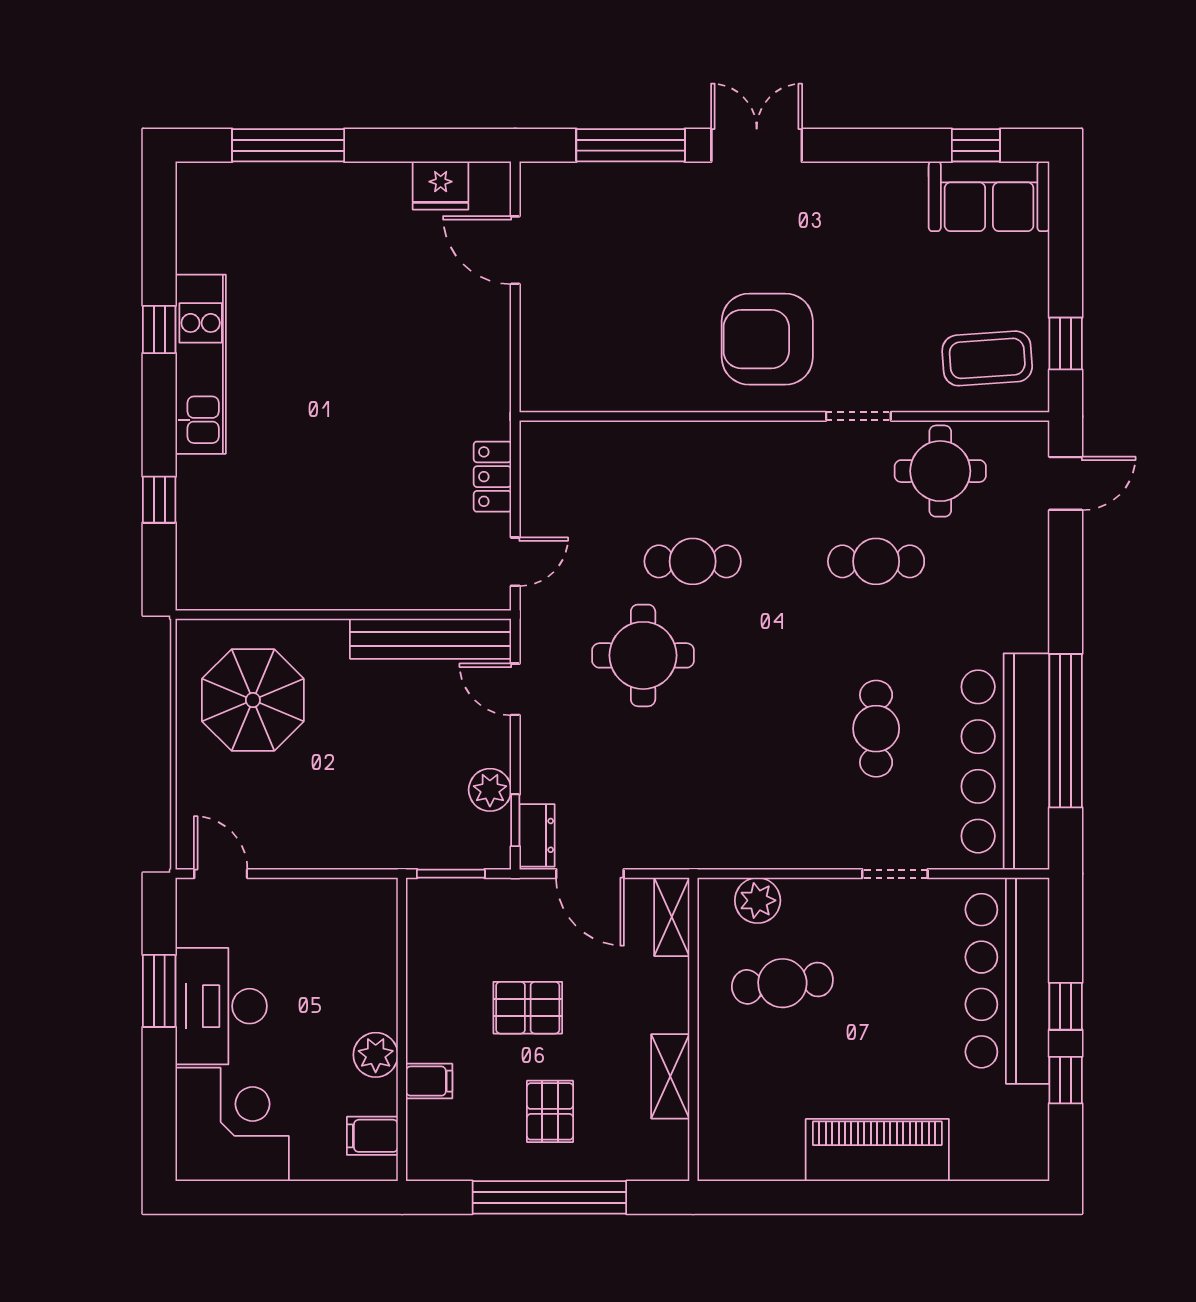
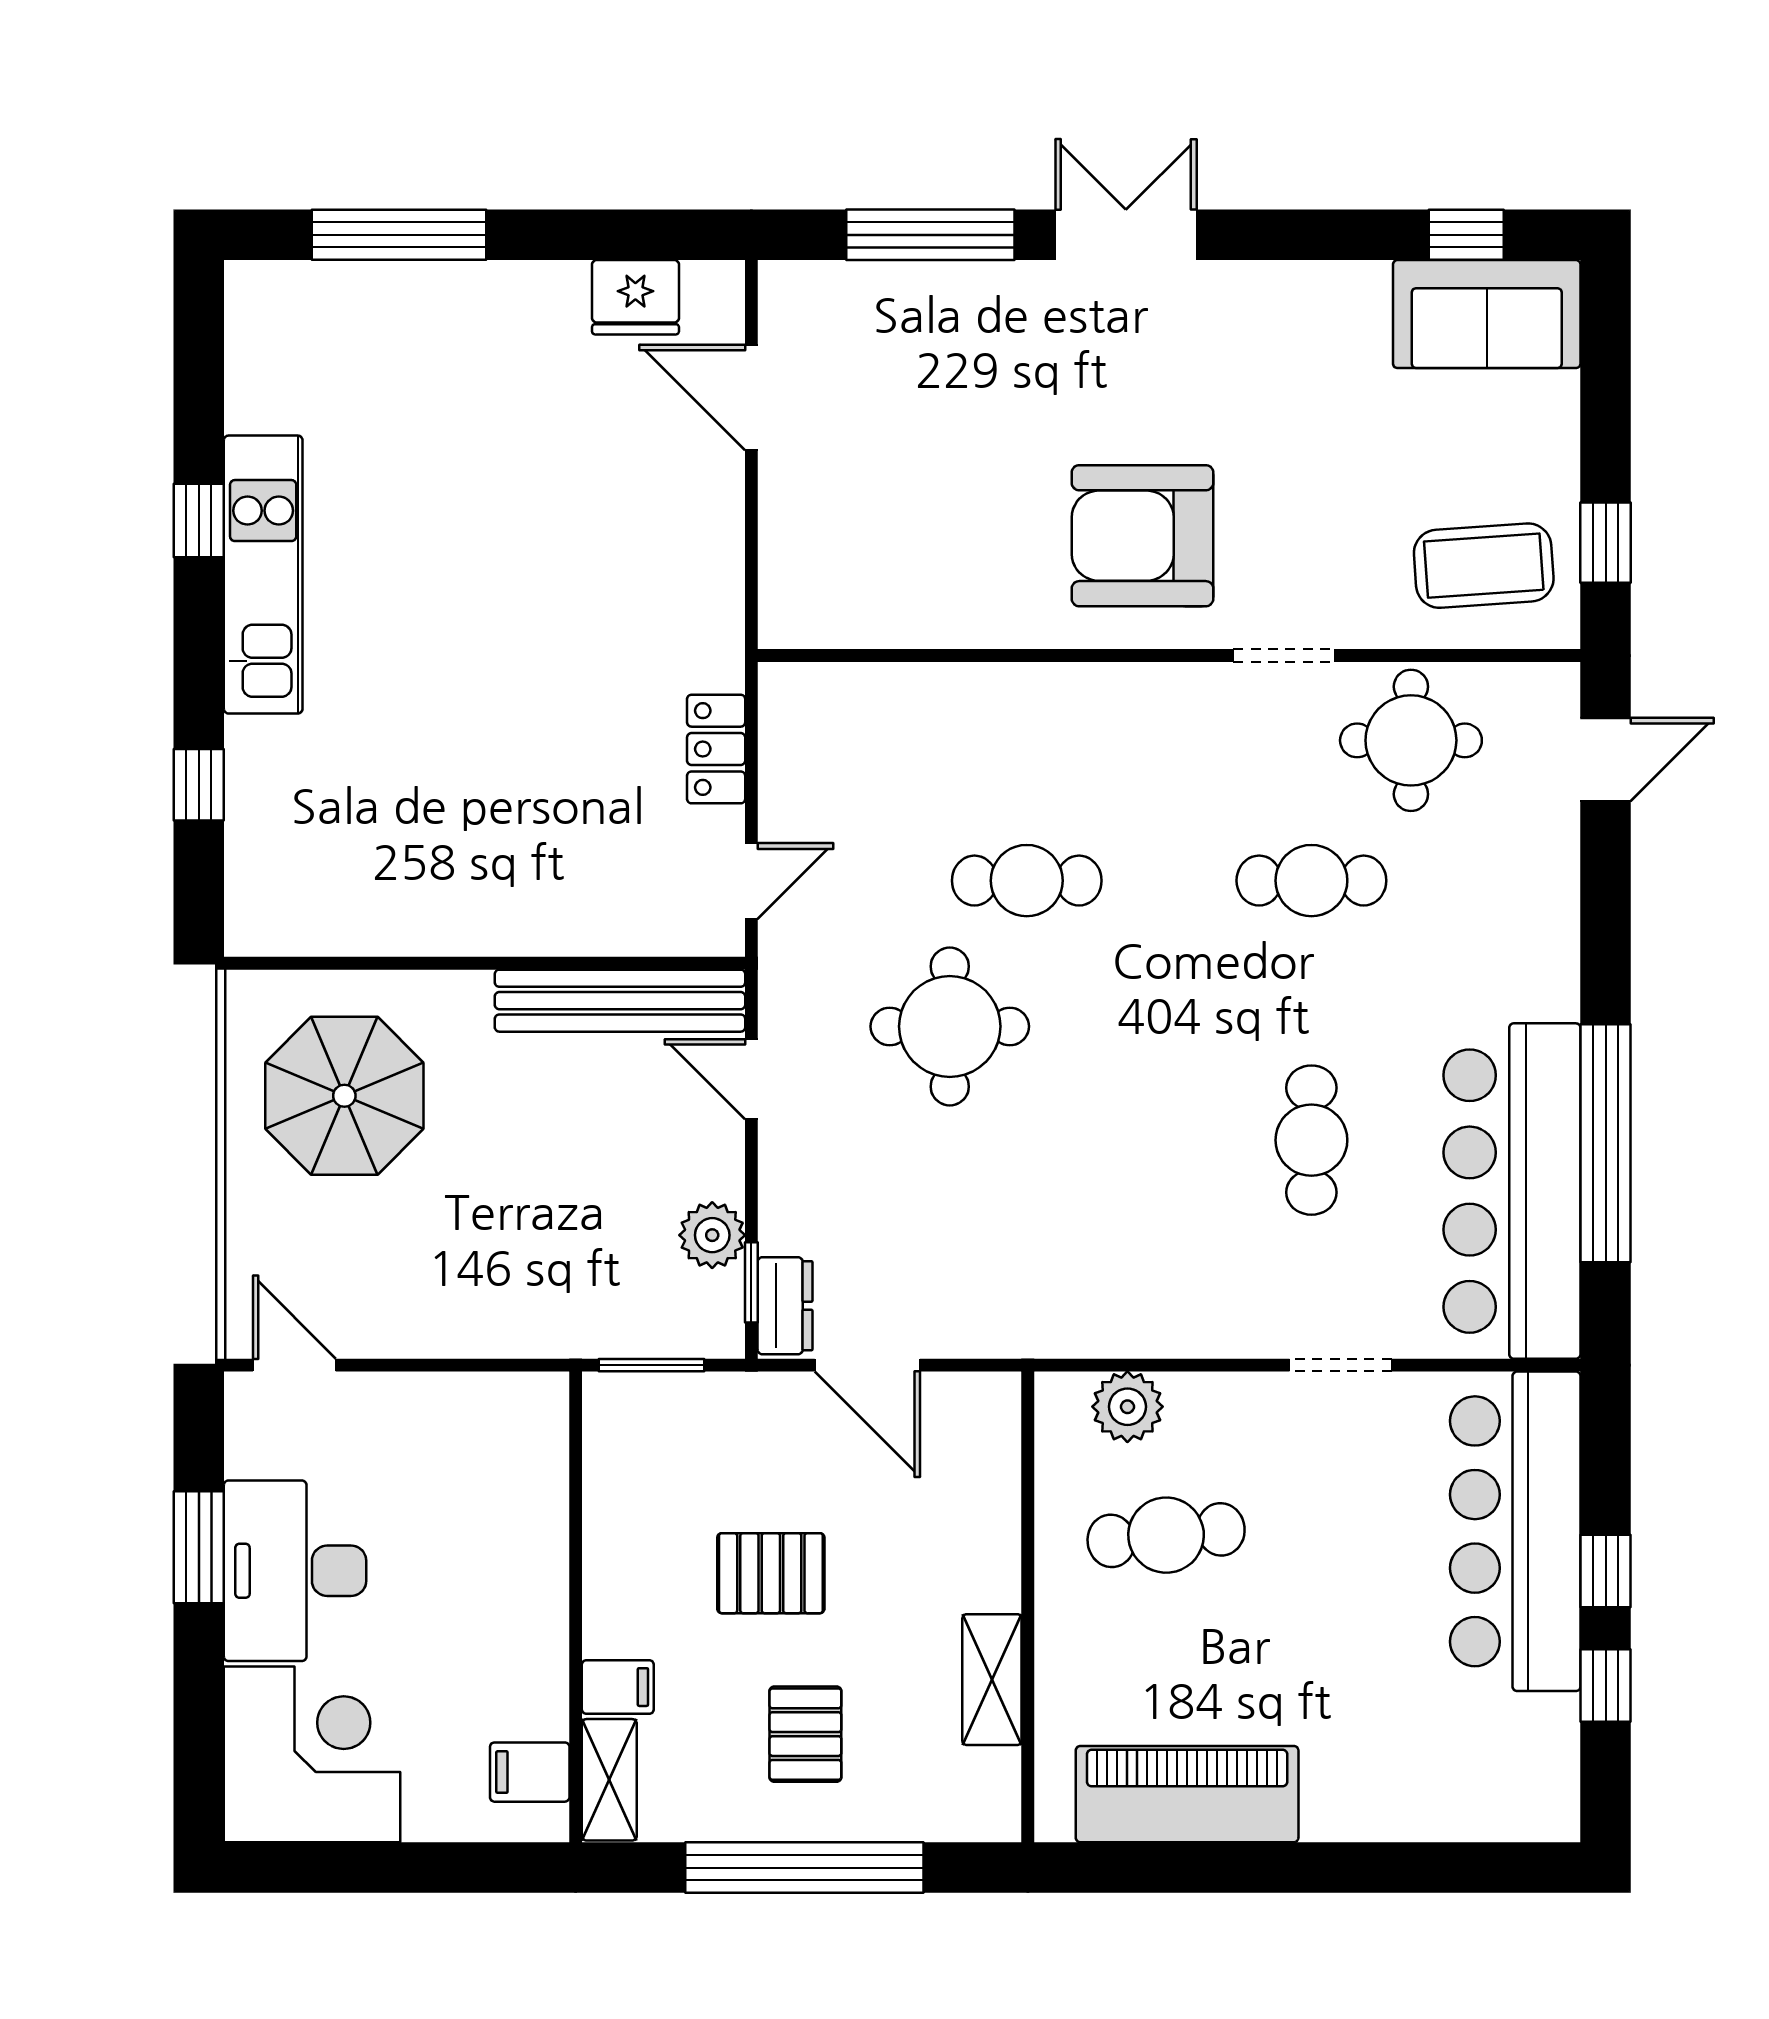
shelving: (672, 917) -> (609, 1780), moved
plant: (376, 1055) -> (535, 1646), removed
piano: (877, 1150) -> (1187, 1794), moved

